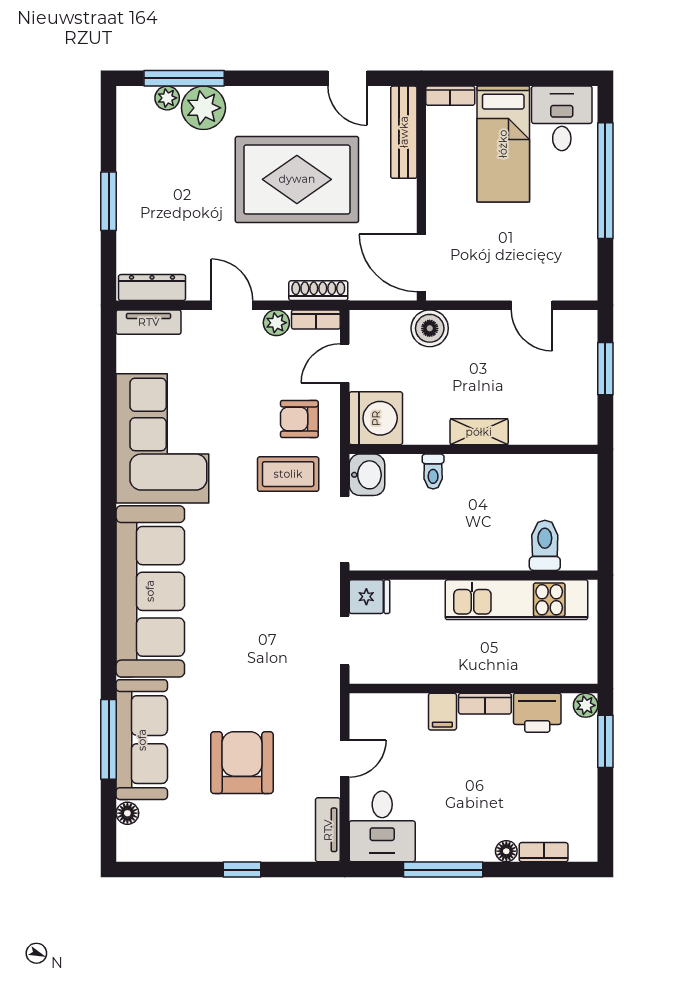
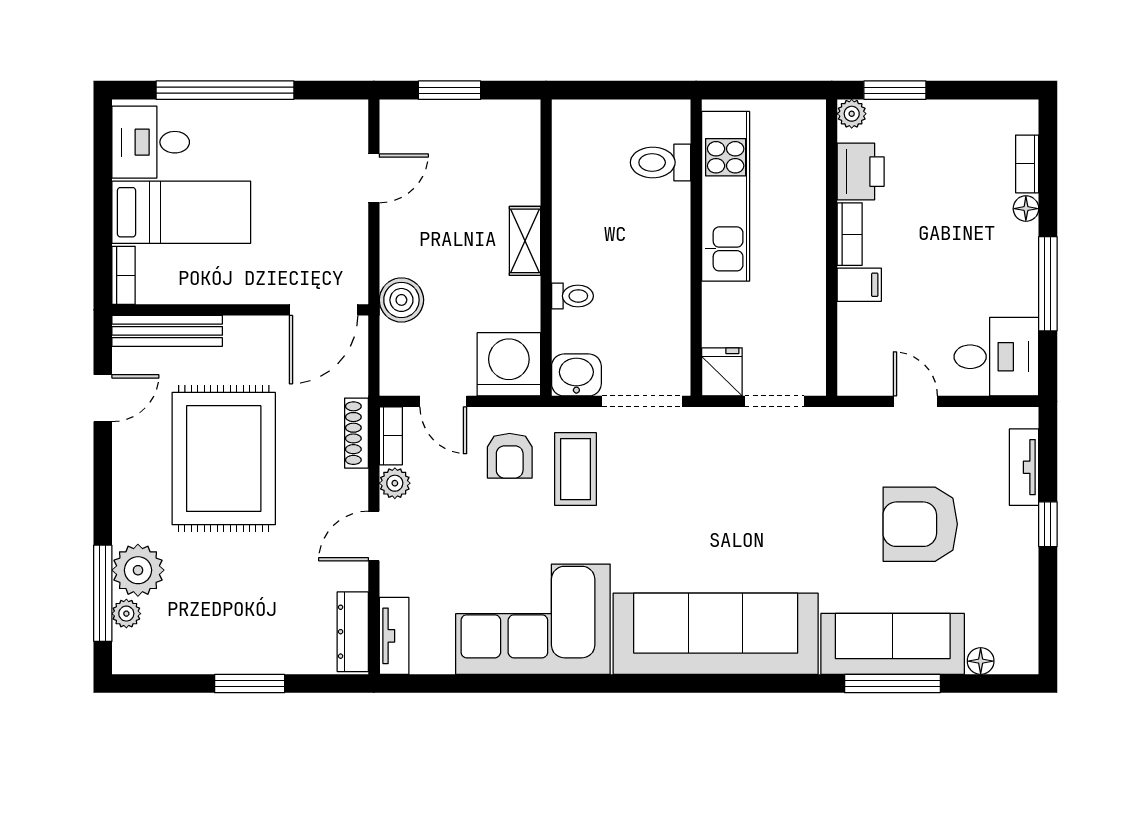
tv unit: (328, 830) -> (1024, 467), moved, turned 90

